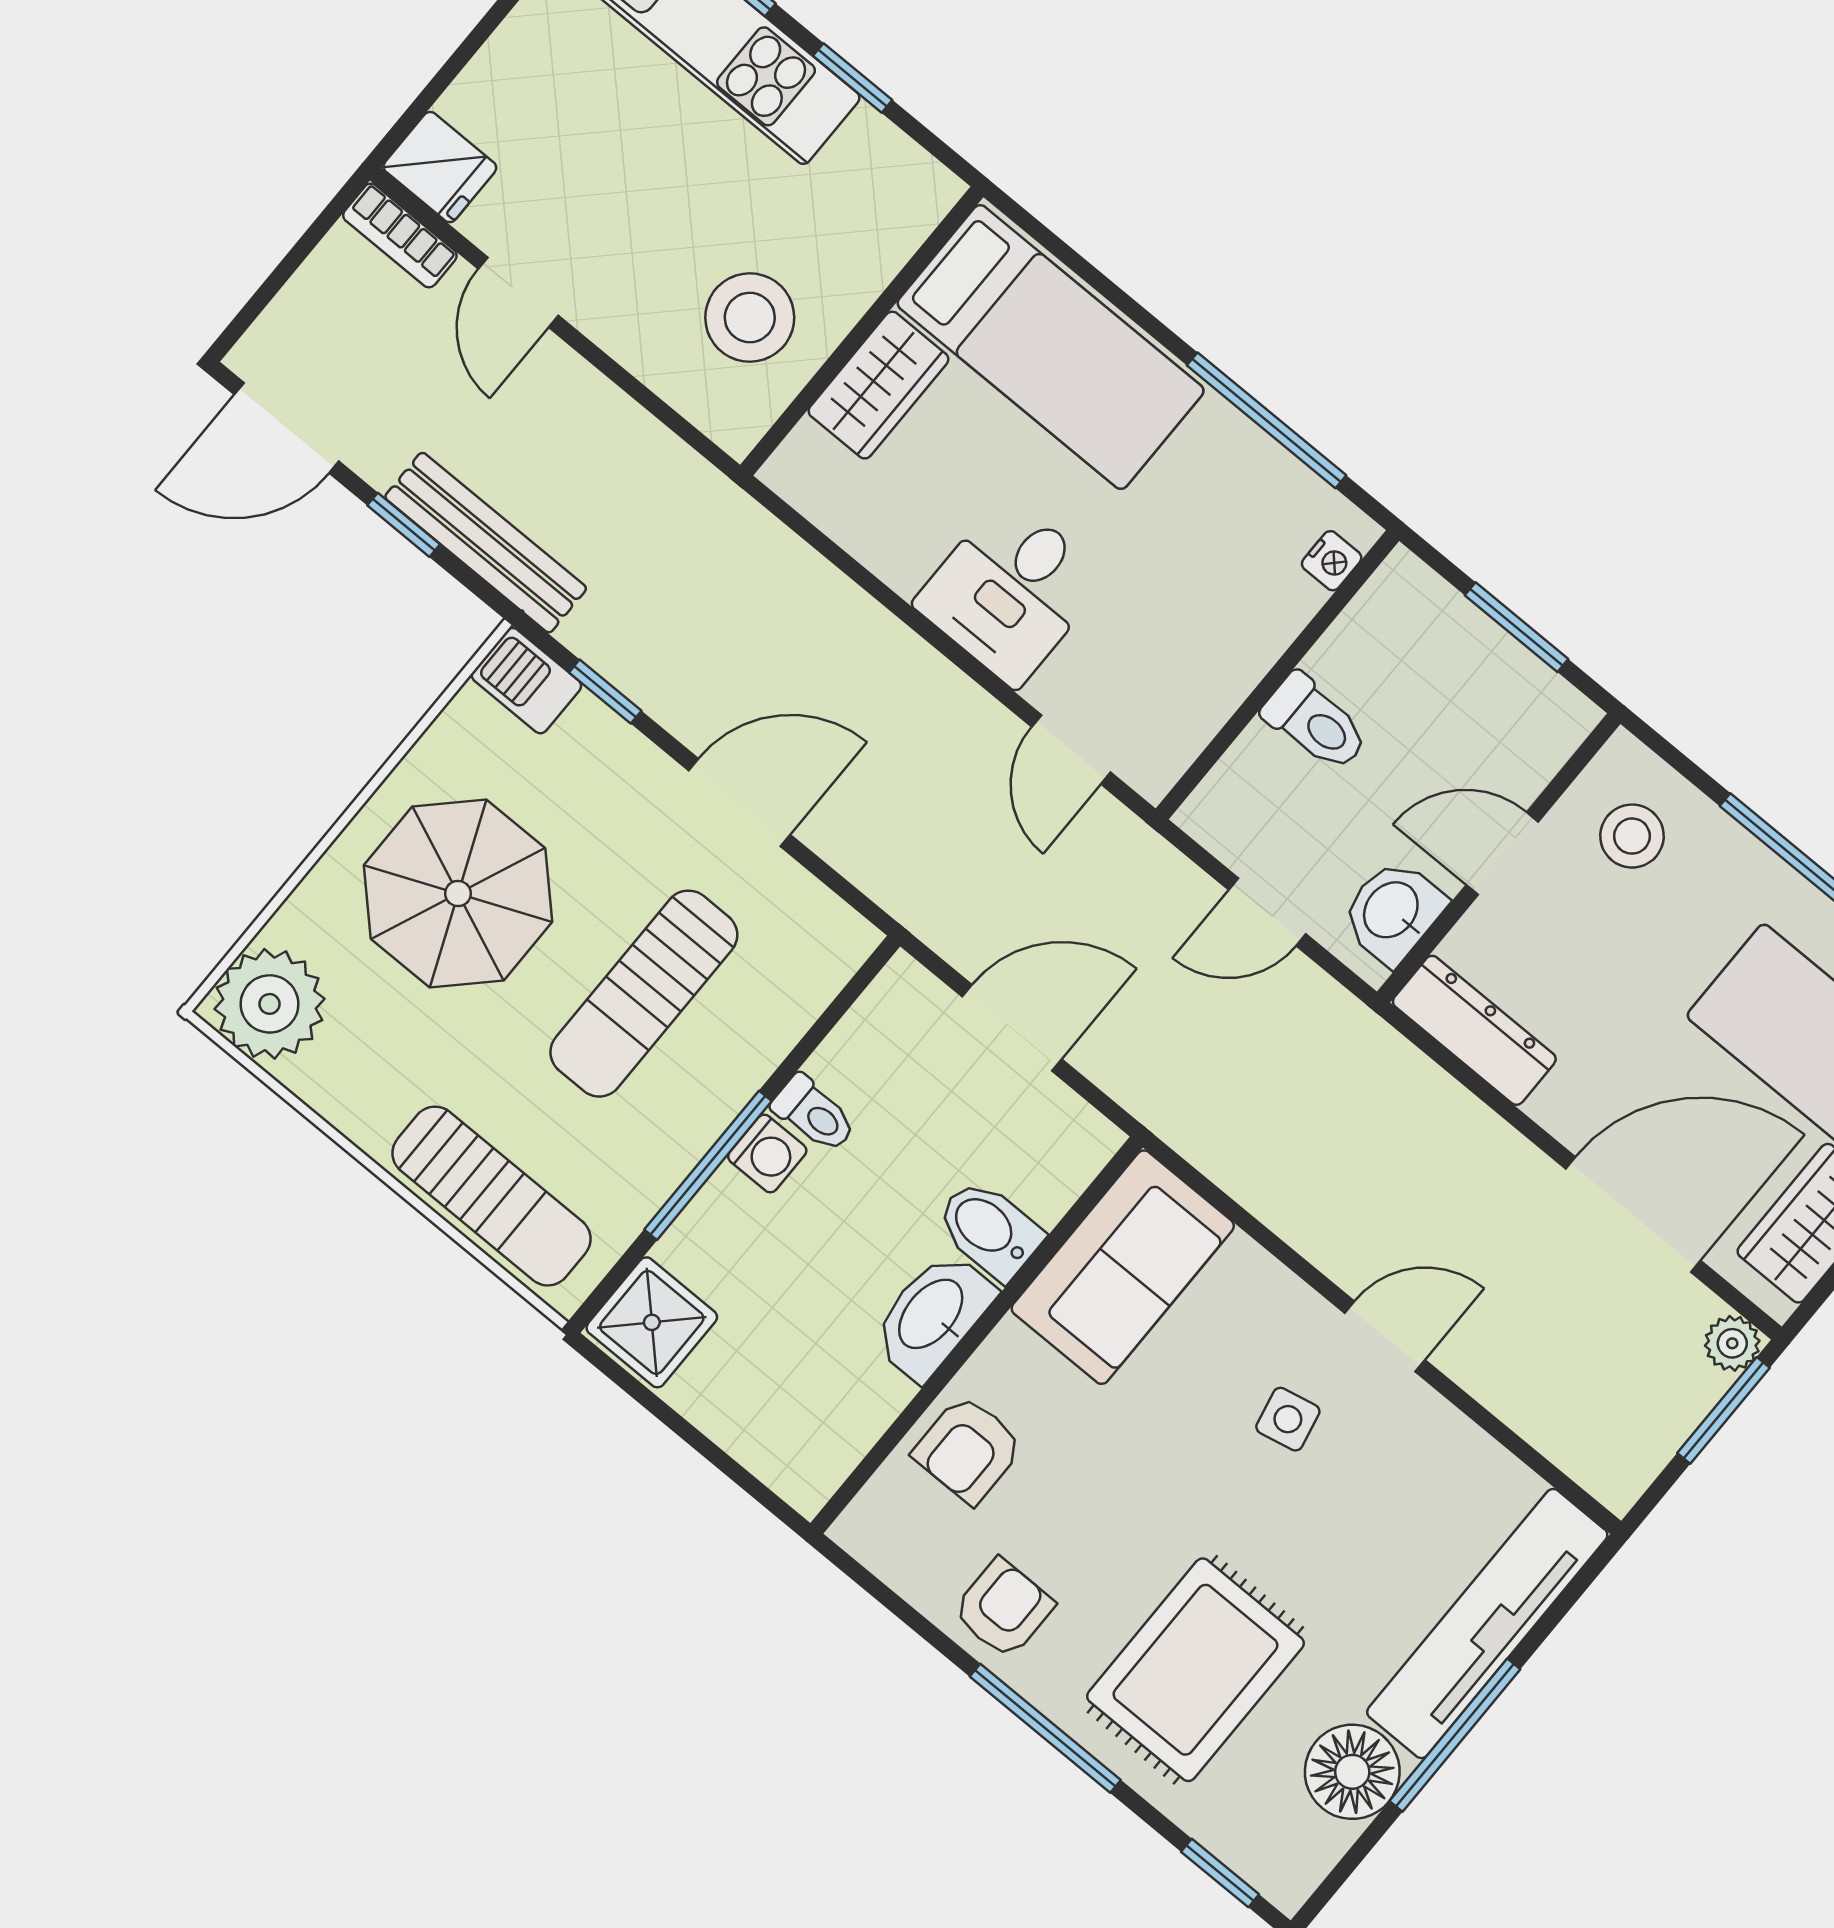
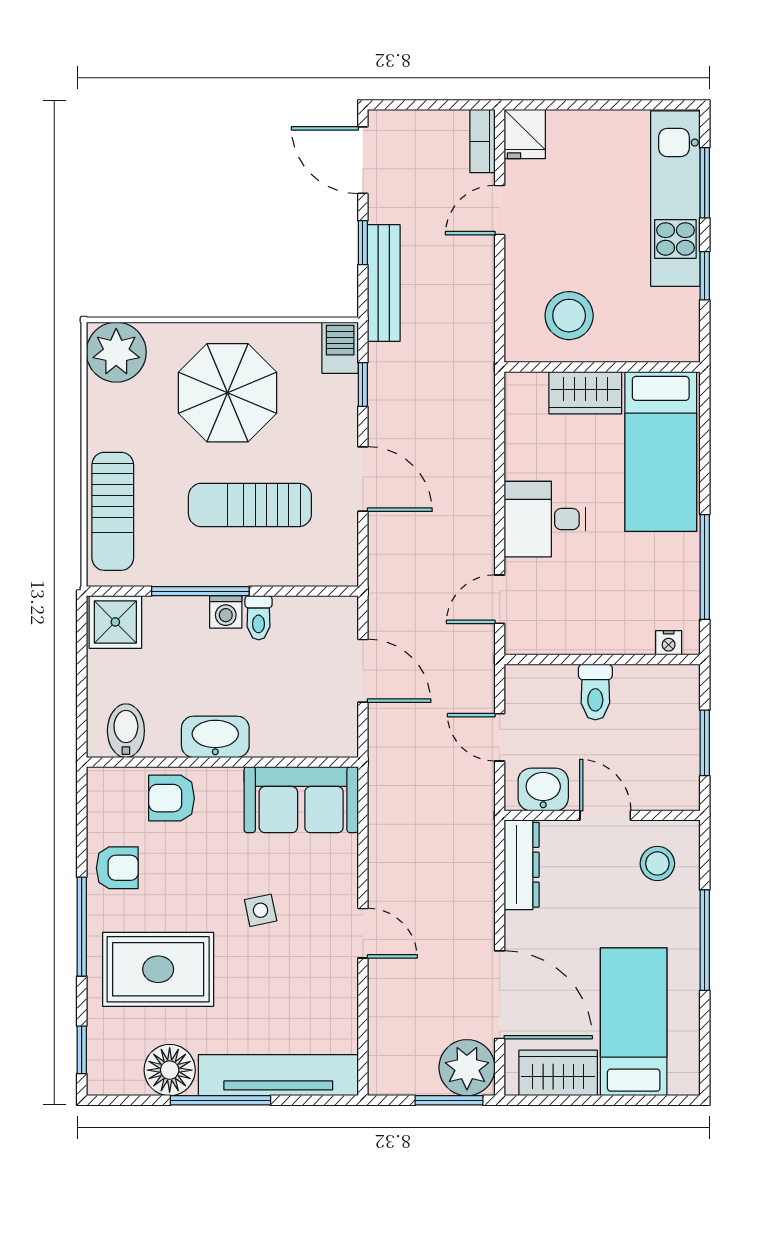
bidet: (989, 1229) -> (126, 731), moved
plant: (1732, 1343) -> (467, 1068), width x1.88, depth x1.88
side table: (1288, 1419) -> (261, 910), moved

